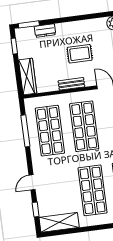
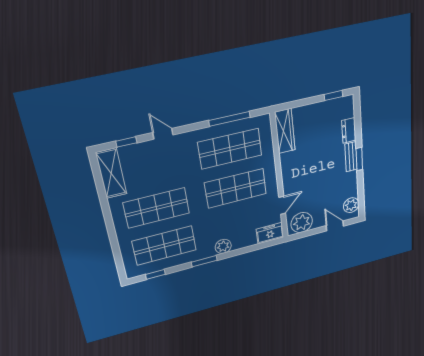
window: (29, 24) -> (359, 159), moved
rug: (80, 54) -> (320, 173), removed
wardrobe: (28, 77) -> (285, 131), moved, turned -90
bench: (71, 84) -> (351, 157), moved

